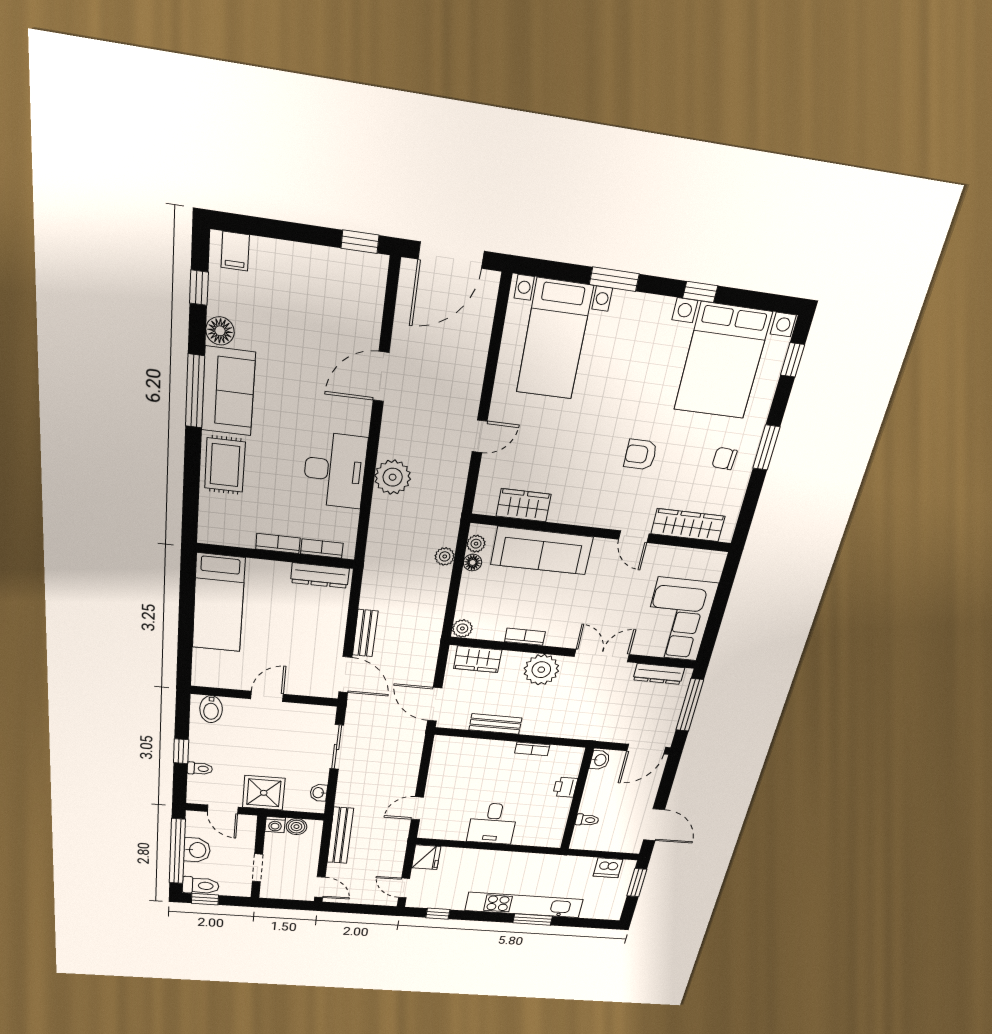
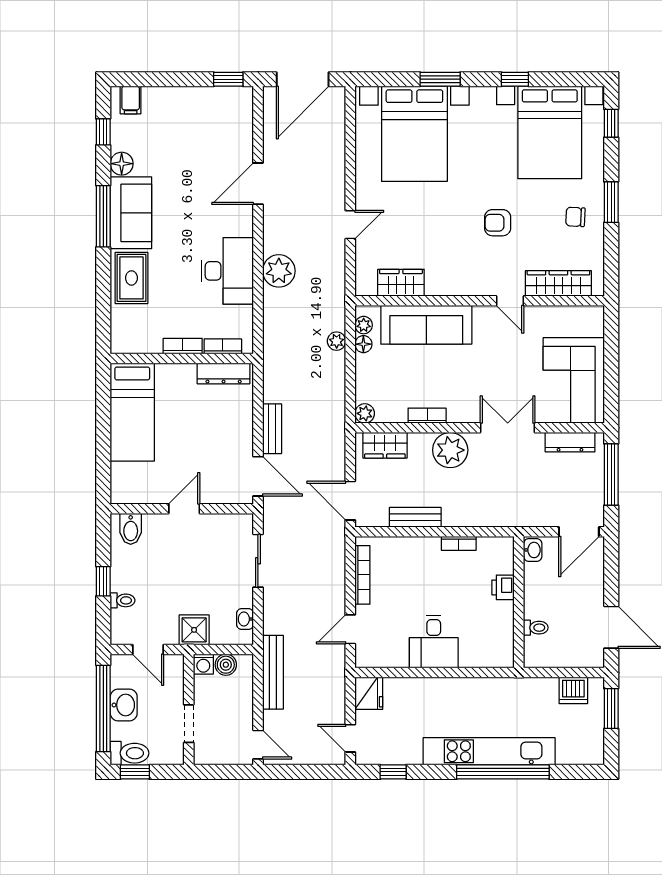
bed with nightstands: (554, 339) -> (414, 134), width x1.36
bookcase: (436, 767) -> (362, 575), added
shower: (264, 793) -> (194, 630), width x0.73, depth x0.73
window: (533, 920) -> (503, 772), width x2.11

